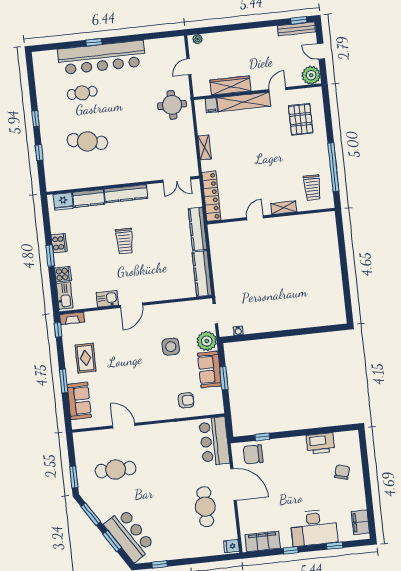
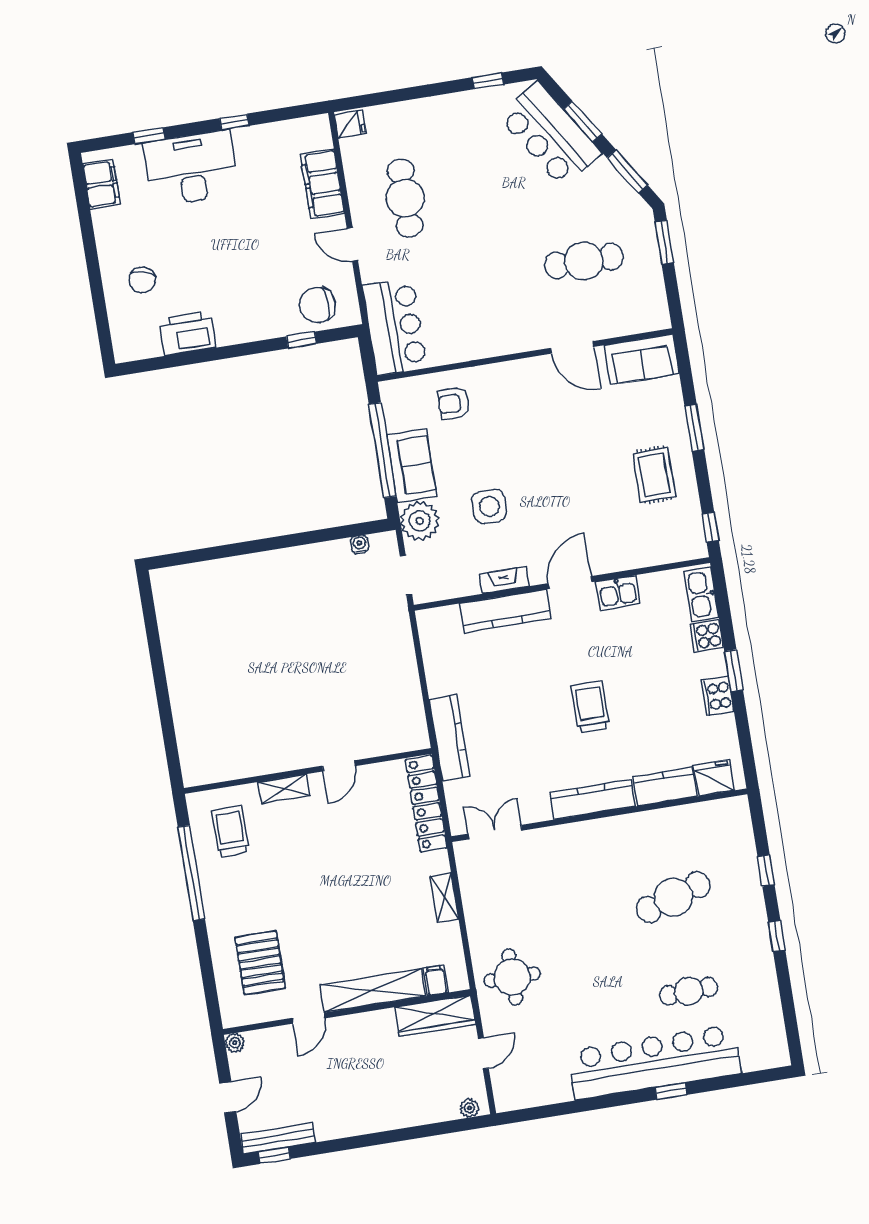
door: (321, 51) -> (228, 1097), hinge flipped
plant: (311, 75) -> (235, 1043), width x0.53, depth x0.53
wardrobe: (230, 85) -> (435, 1016), moved
cafe table: (87, 141) -> (673, 897), turned -30
kitchen counter: (202, 274) -> (505, 611), moved, turned 90
fireplace: (72, 318) -> (504, 580), moved
window: (224, 378) -> (382, 450), width x2.11
sofa: (79, 401) -> (642, 359), moved, turned -90
chair: (253, 454) -> (317, 305), turned 180
door: (234, 484) -> (352, 244), width x0.53
filing cabinet: (263, 541) -> (322, 184), moved, turned 90

